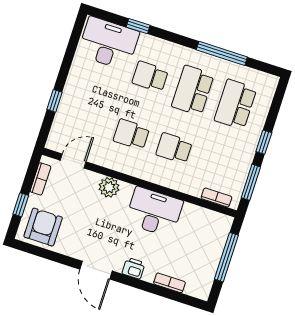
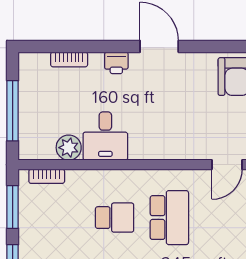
school desk: (131, 134) -> (169, 218), width x1.85
plant: (109, 187) -> (69, 148), moved
desk: (154, 212) -> (105, 136), width x0.73

